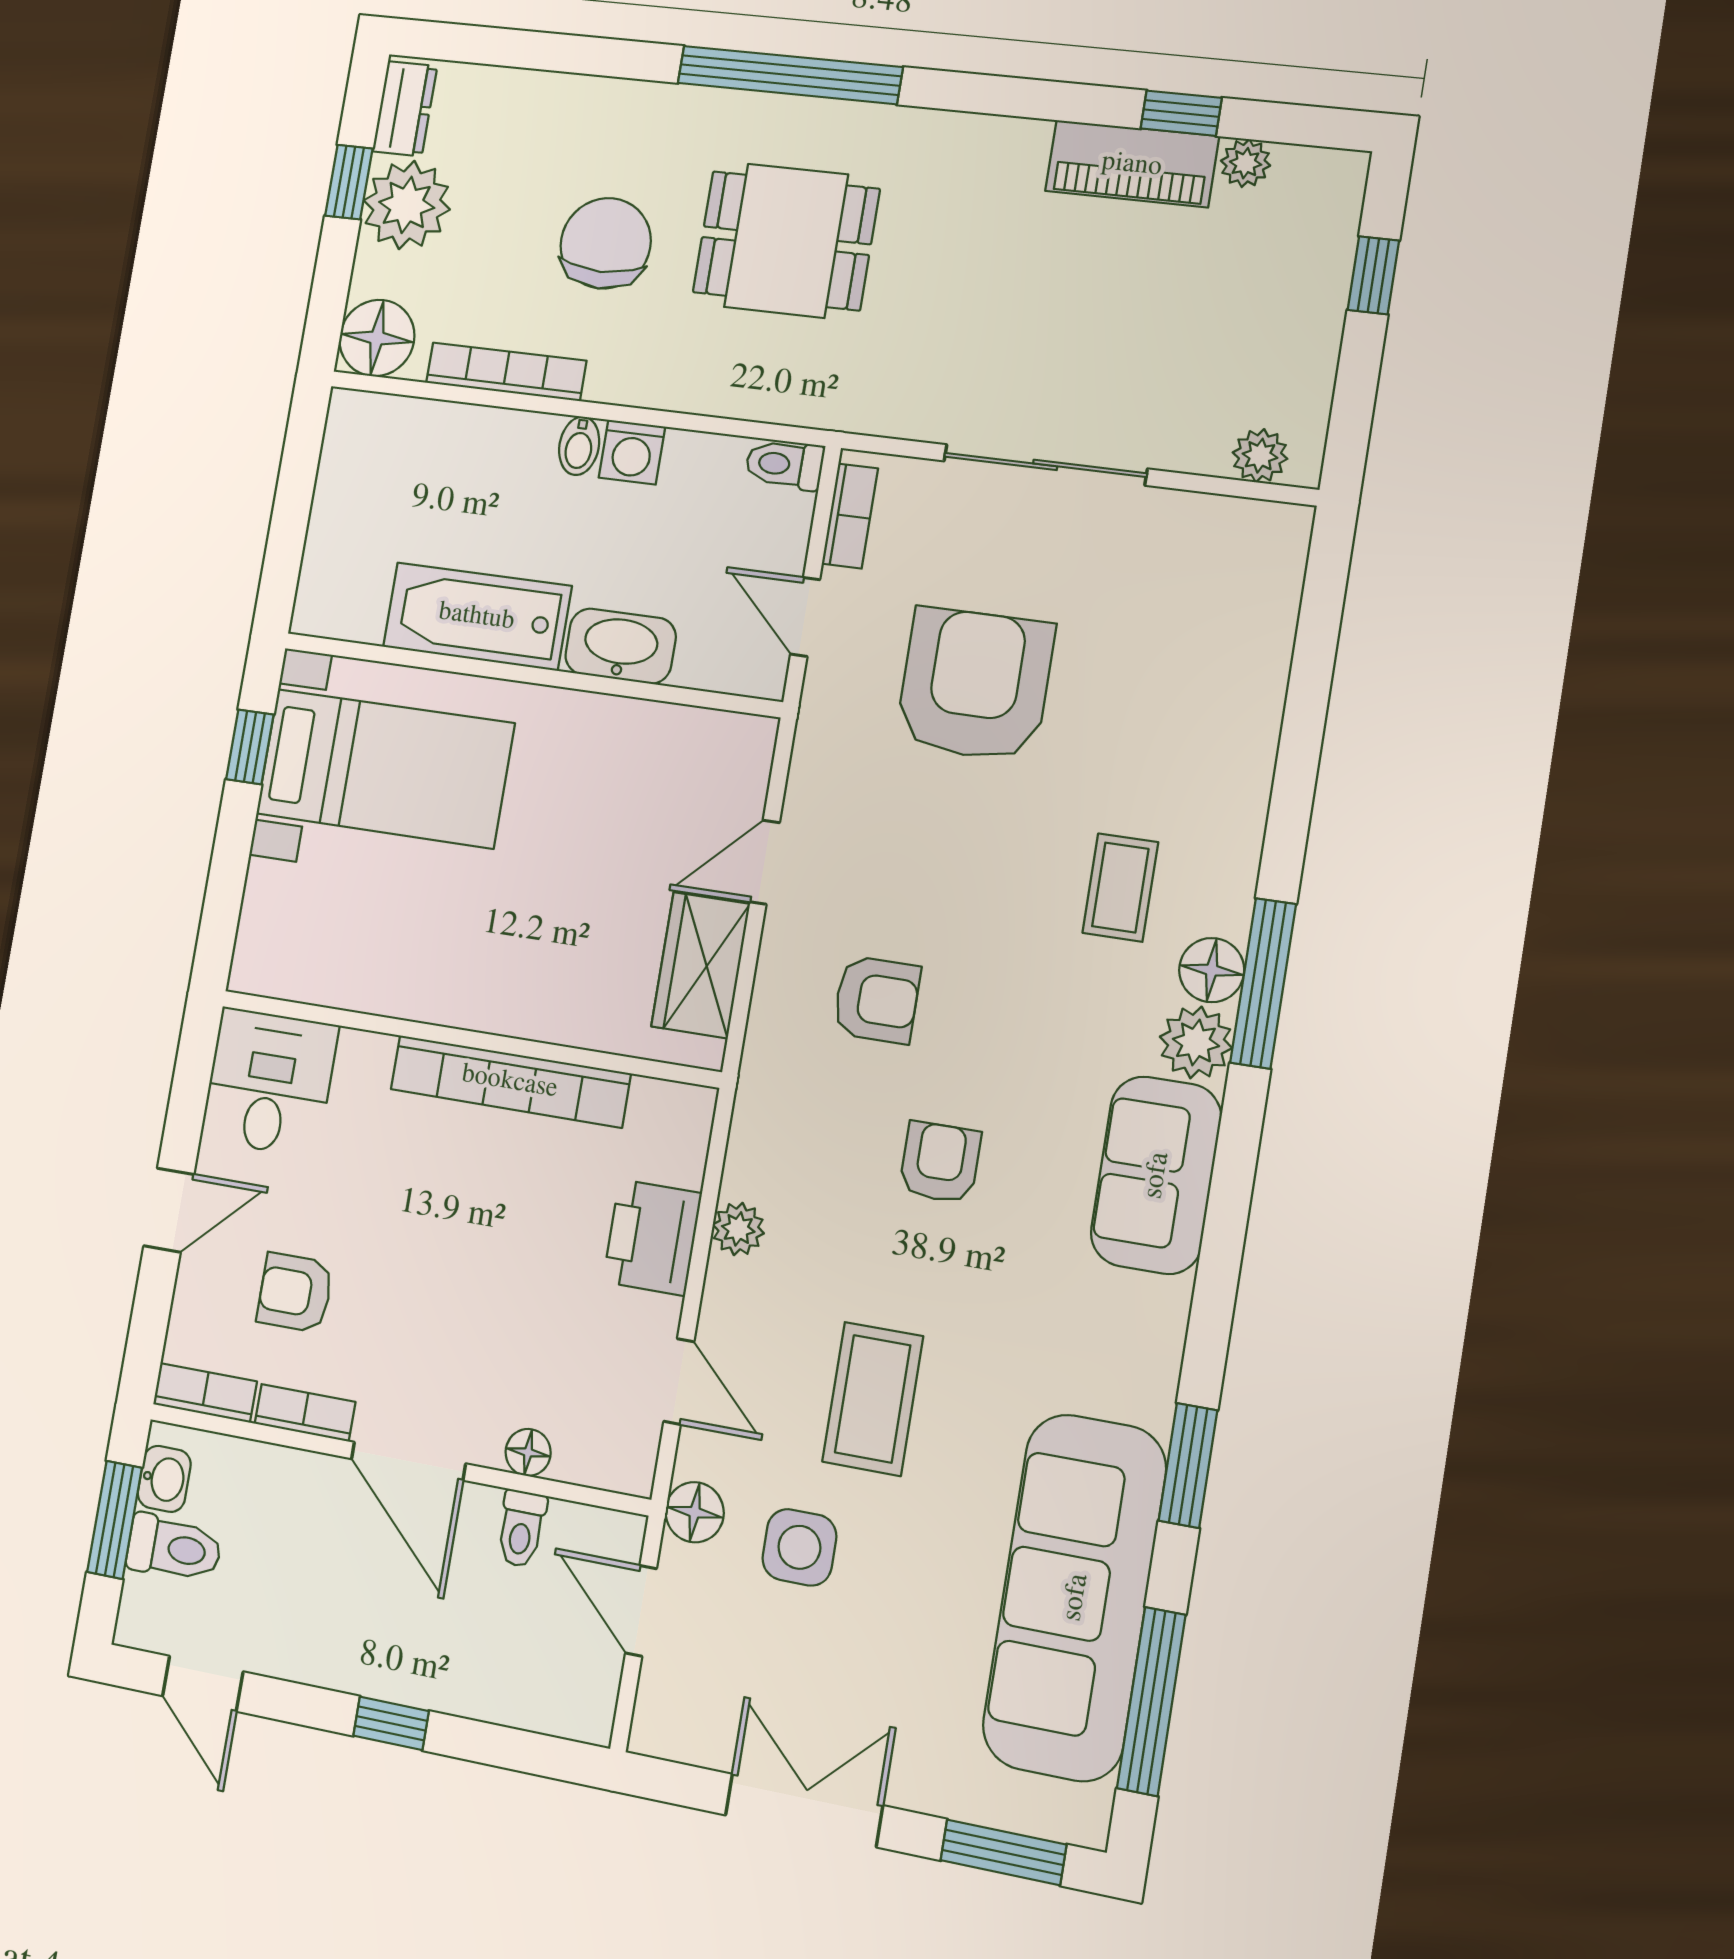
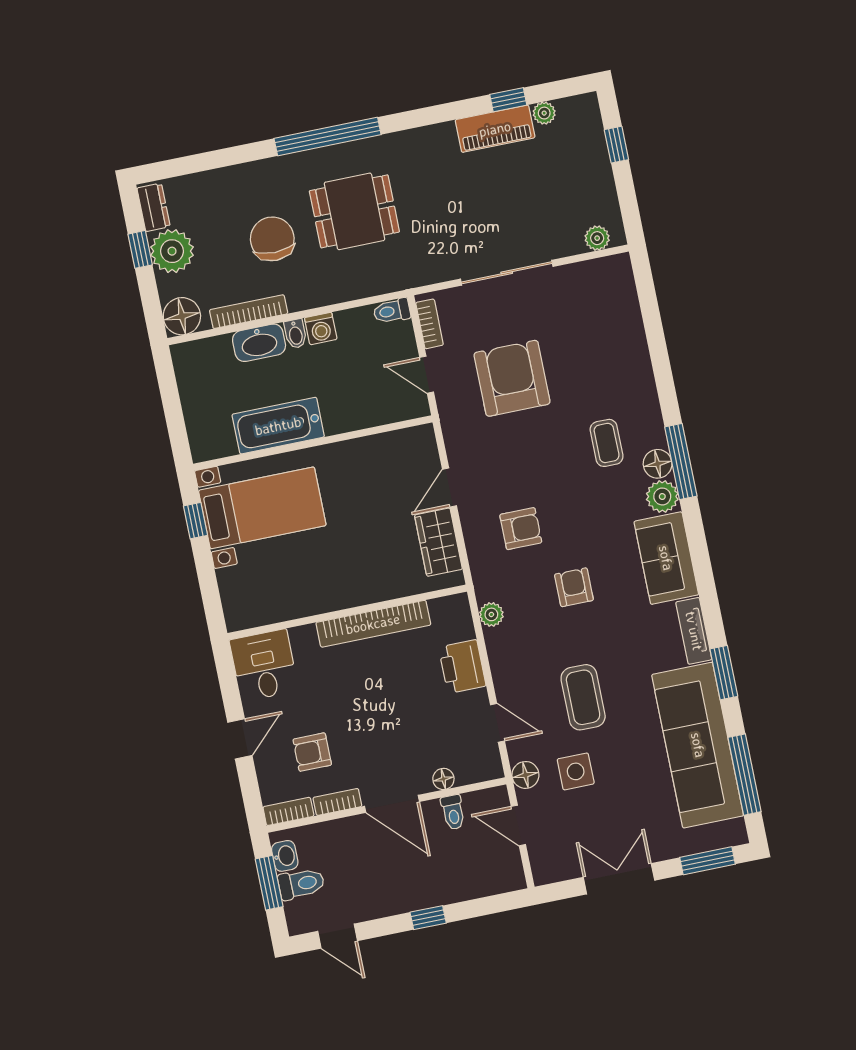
washbasin: (620, 646) -> (259, 343), moved, turned 180
plant: (738, 1229) -> (491, 614), moved
tv unit: (1157, 1351) -> (694, 631), added

